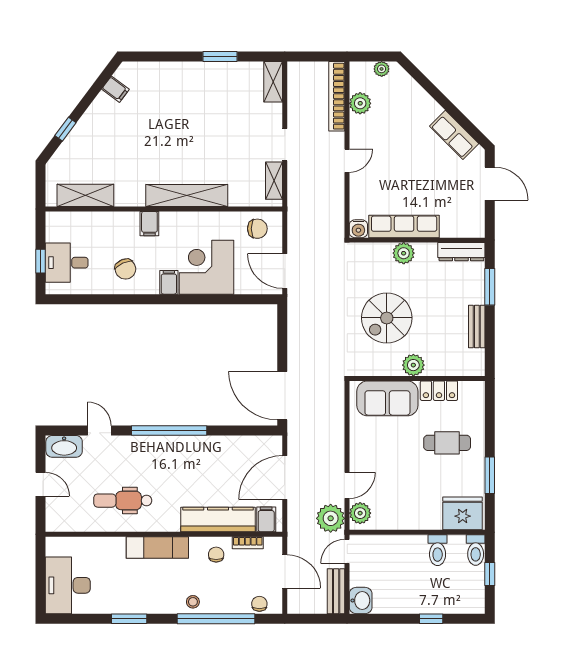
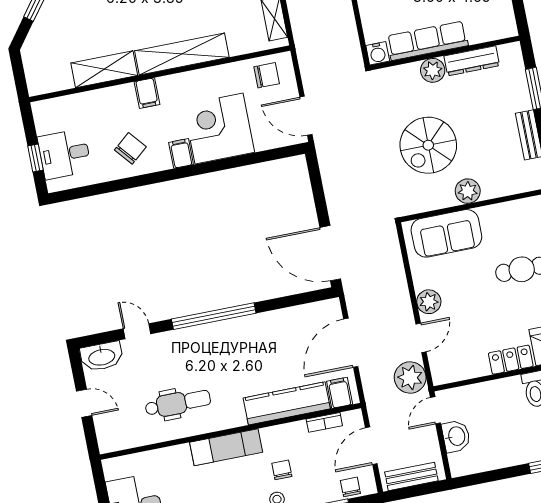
shelving: (85, 195) -> (104, 69), moved
dresser: (461, 252) -> (472, 61), moved
chair: (125, 269) -> (130, 148), turned -106
locker: (439, 391) -> (511, 360), moved, turned 180
dental chair: (123, 501) -> (178, 403), turned 180
plant: (360, 513) -> (429, 302), moved
chair: (216, 555) -> (282, 470), moved
door: (285, 571) -> (371, 446), swing flipped
bench: (336, 591) -> (411, 476), moved, turned 90
washbasin: (361, 600) -> (456, 436), moved

